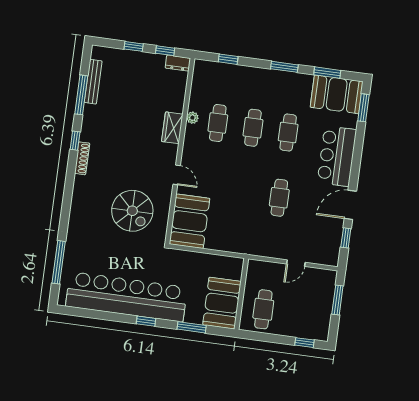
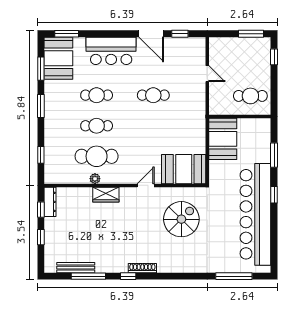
dresser: (178, 63) -> (50, 202), width x1.44
cafe table: (218, 123) -> (97, 156), width x1.37, depth x1.35
window: (337, 300) -> (251, 34), moved
booth: (222, 303) -> (223, 139), moved, turned 90

